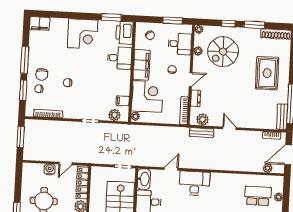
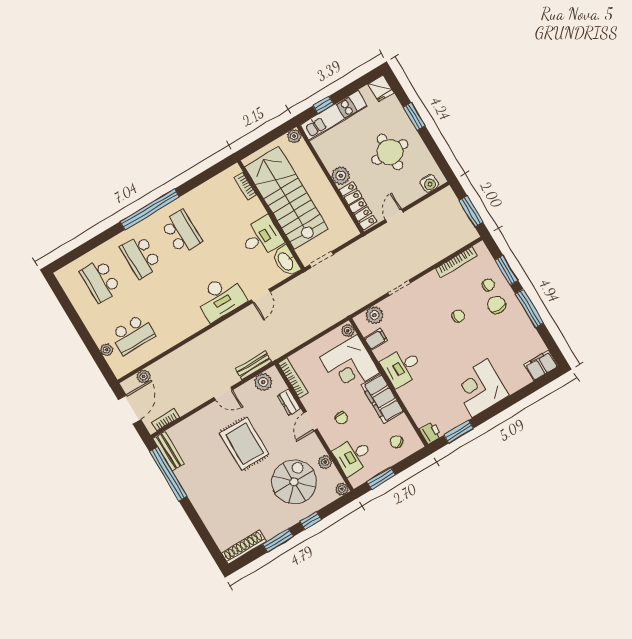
printer: (125, 33) -> (430, 433), width x0.53, depth x0.68
desk: (120, 58) -> (402, 367), moved
rug: (267, 73) -> (244, 444), moved
water cooler: (50, 169) -> (429, 183), moved

